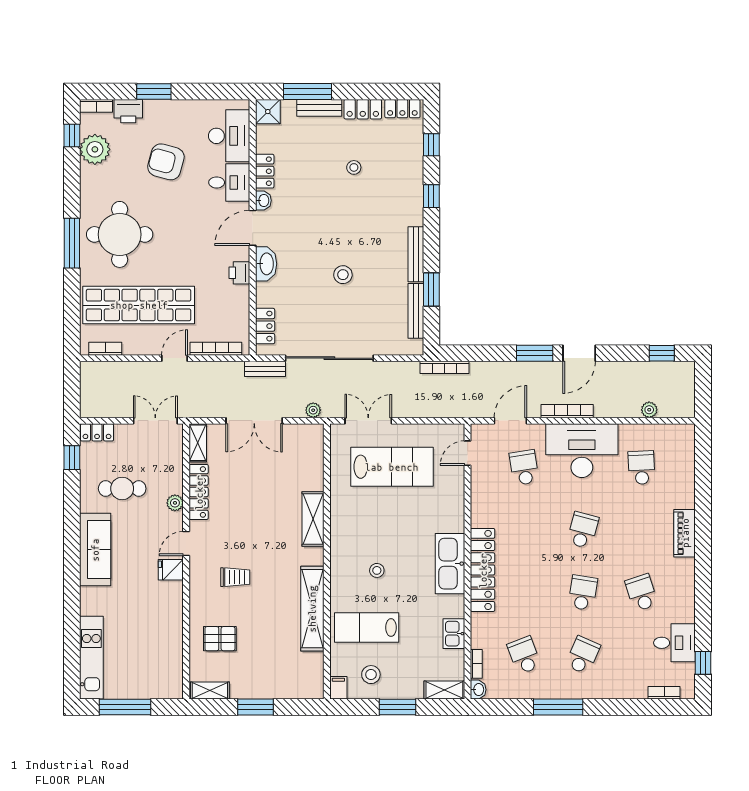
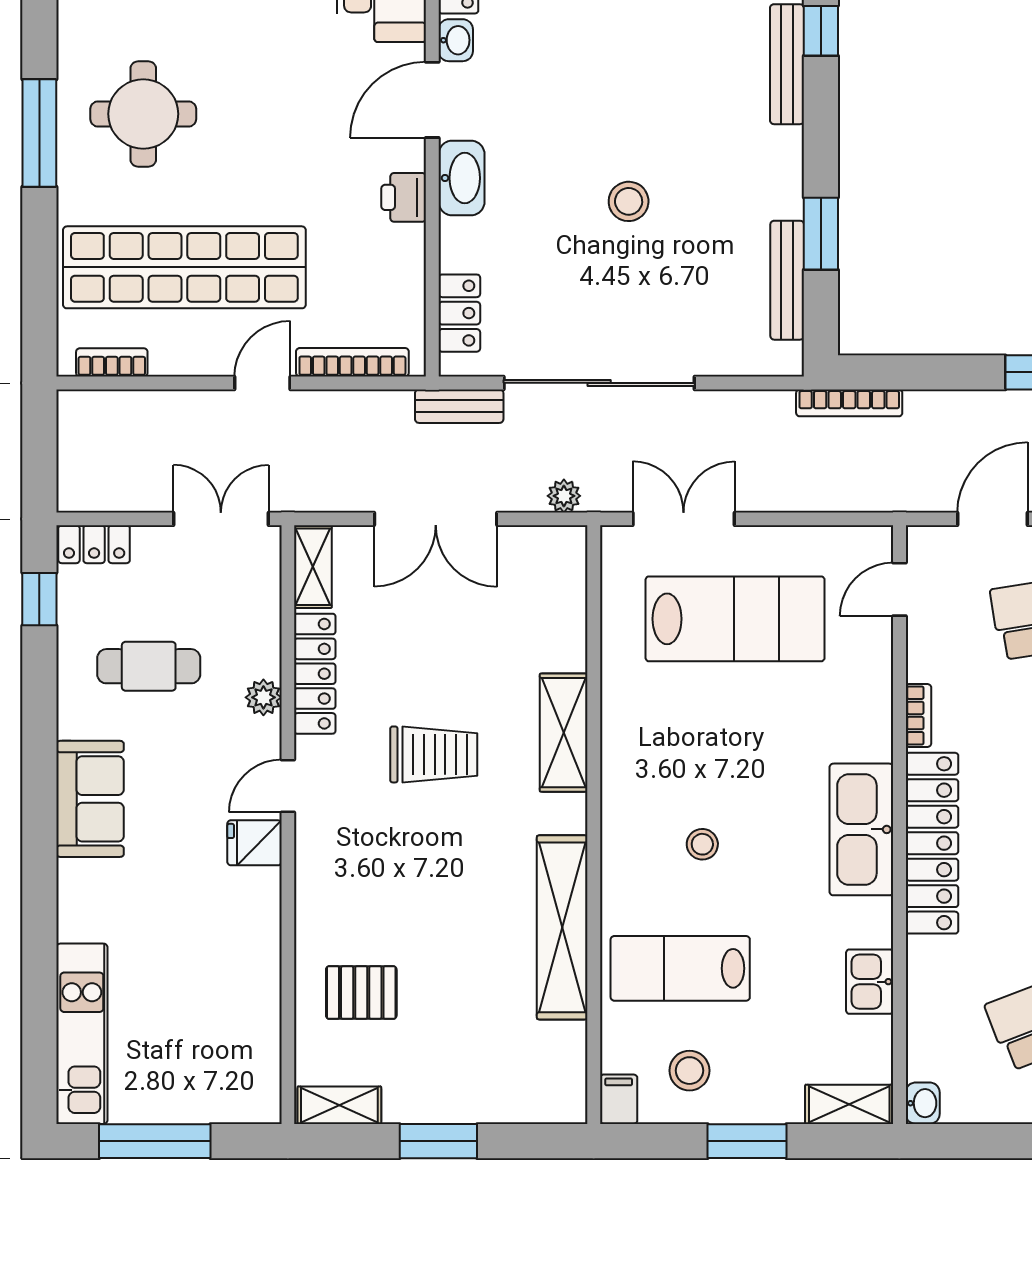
round table: (120, 234) -> (143, 114), width x0.73, depth x0.73
bench: (416, 254) -> (787, 64), moved
sofa: (95, 550) -> (90, 799), width x0.73
trolley: (235, 577) -> (434, 754), moved, width x1.36, depth x1.39
bookcase: (476, 664) -> (918, 715), moved

